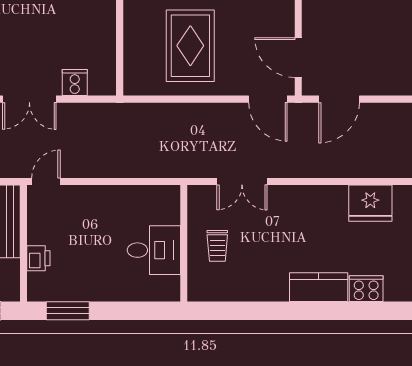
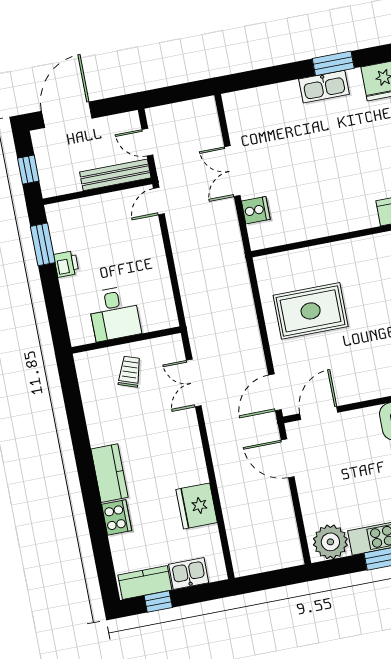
door: (46, 181) -> (159, 201), swing flipped
trolley: (217, 246) -> (130, 372), turned 109
printer: (38, 258) -> (66, 264), moved, turned -90

